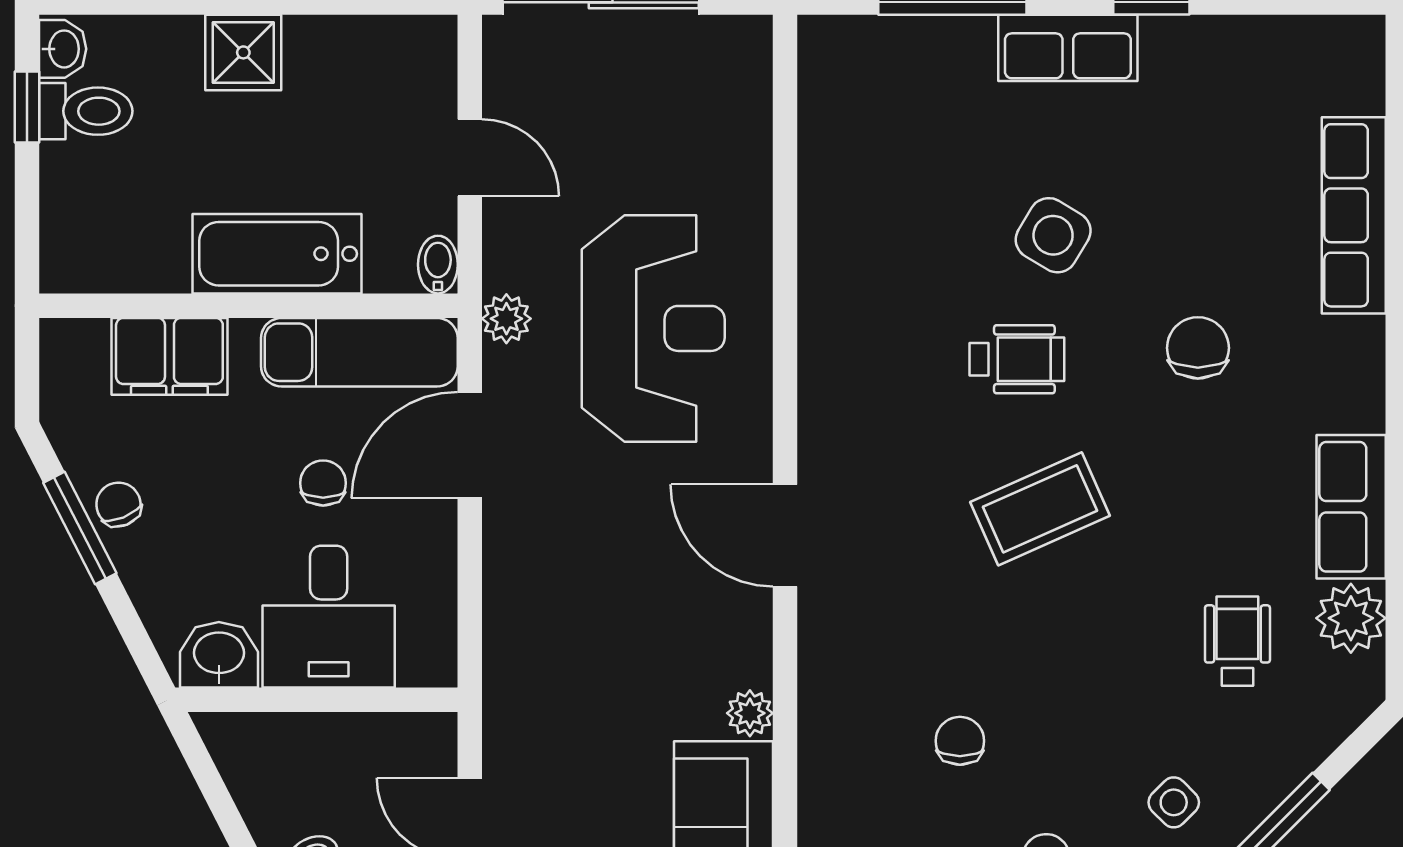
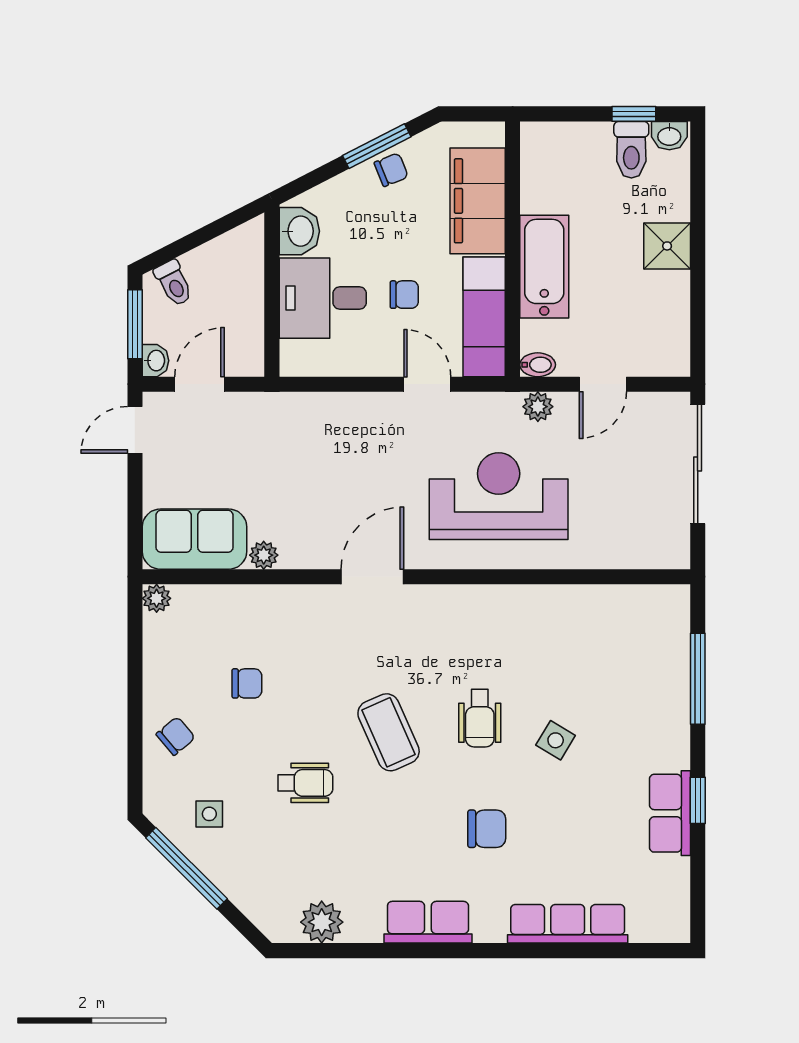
row of seats: (1068, 48) -> (670, 813), moved
side table: (1053, 235) -> (556, 740), width x0.73, depth x0.73
plant: (506, 319) -> (538, 407), moved
reception desk: (653, 328) -> (499, 496), turned 180
filing cabinet: (169, 356) -> (478, 201), width x1.50, depth x1.17
door: (470, 445) -> (427, 384), width x0.73
row of seats: (1351, 507) -> (428, 922), moved
wheelchair: (1237, 641) -> (305, 783), moved
side table: (1174, 802) -> (209, 814), turned 45

